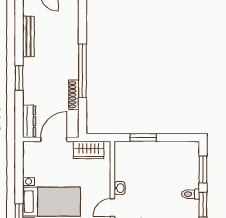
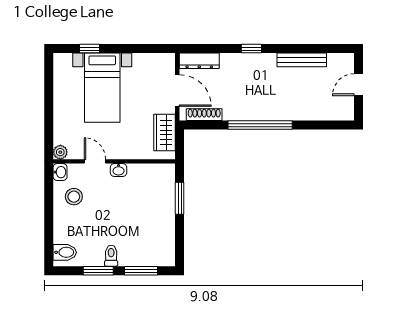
window: (19, 78) -> (251, 49), width x0.67
shoe rack: (74, 95) -> (204, 115), moved

